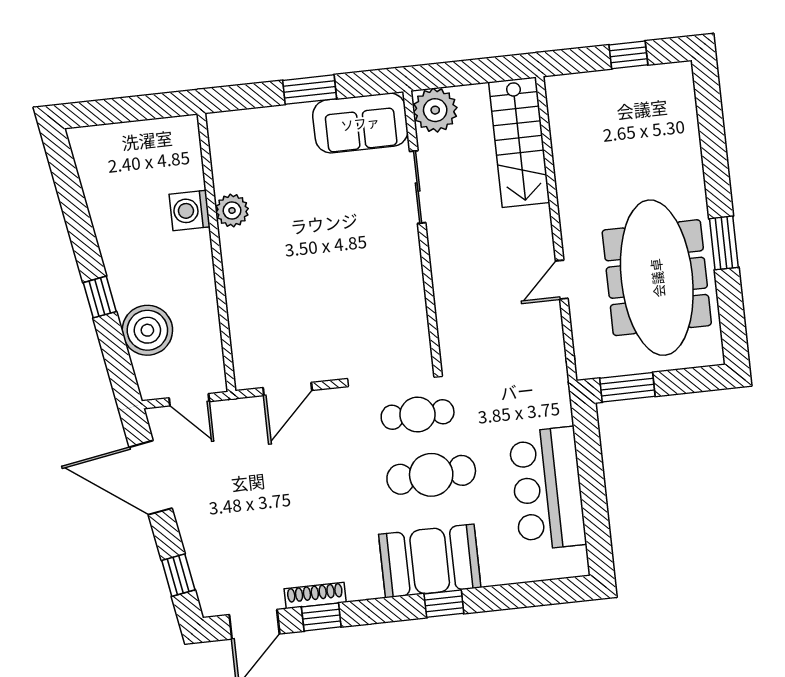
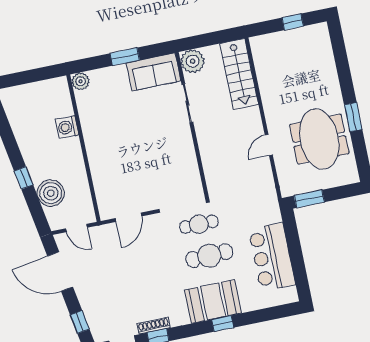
plant: (232, 210) -> (81, 81), moved
meeting table: (657, 278) -> (319, 139), width x0.73

